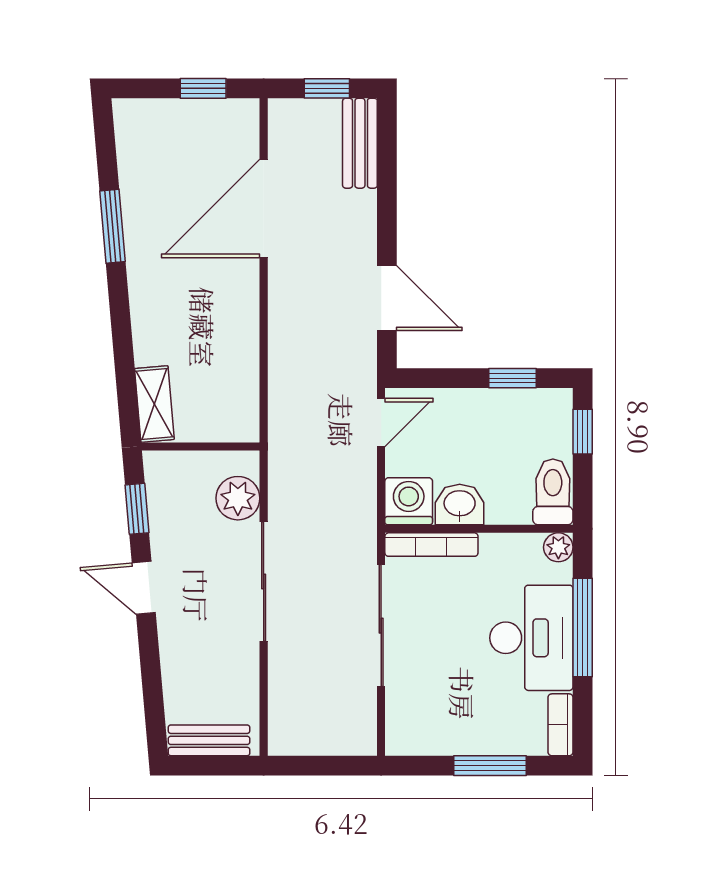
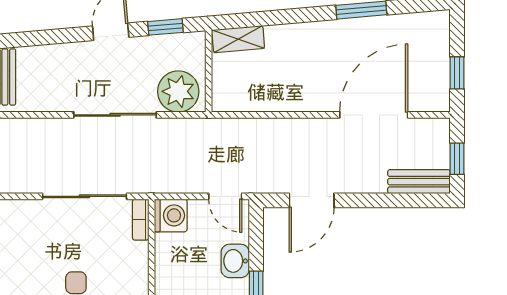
door: (264, 208) -> (374, 115), hinge flipped
plant: (238, 498) -> (178, 91), width x1.36, depth x1.36
washbasin: (460, 504) -> (235, 261), moved, turned 180
bookcase: (431, 545) -> (141, 220), width x0.64

